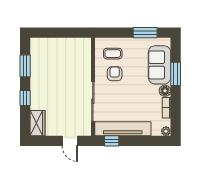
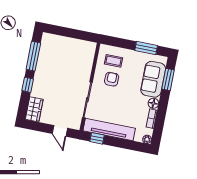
window: (25, 66) -> (33, 56), width x1.44
window: (176, 74) -> (168, 79), moved

